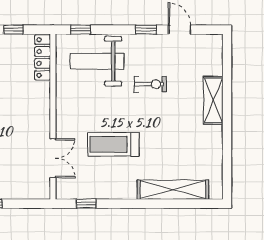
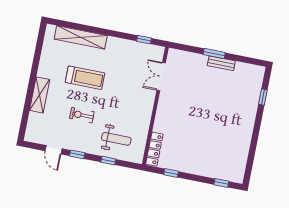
window: (80, 30) -> (108, 161), moved
weight bench: (97, 61) -> (116, 139), width x0.73, depth x0.75
treadmill: (114, 144) -> (85, 78), moved

